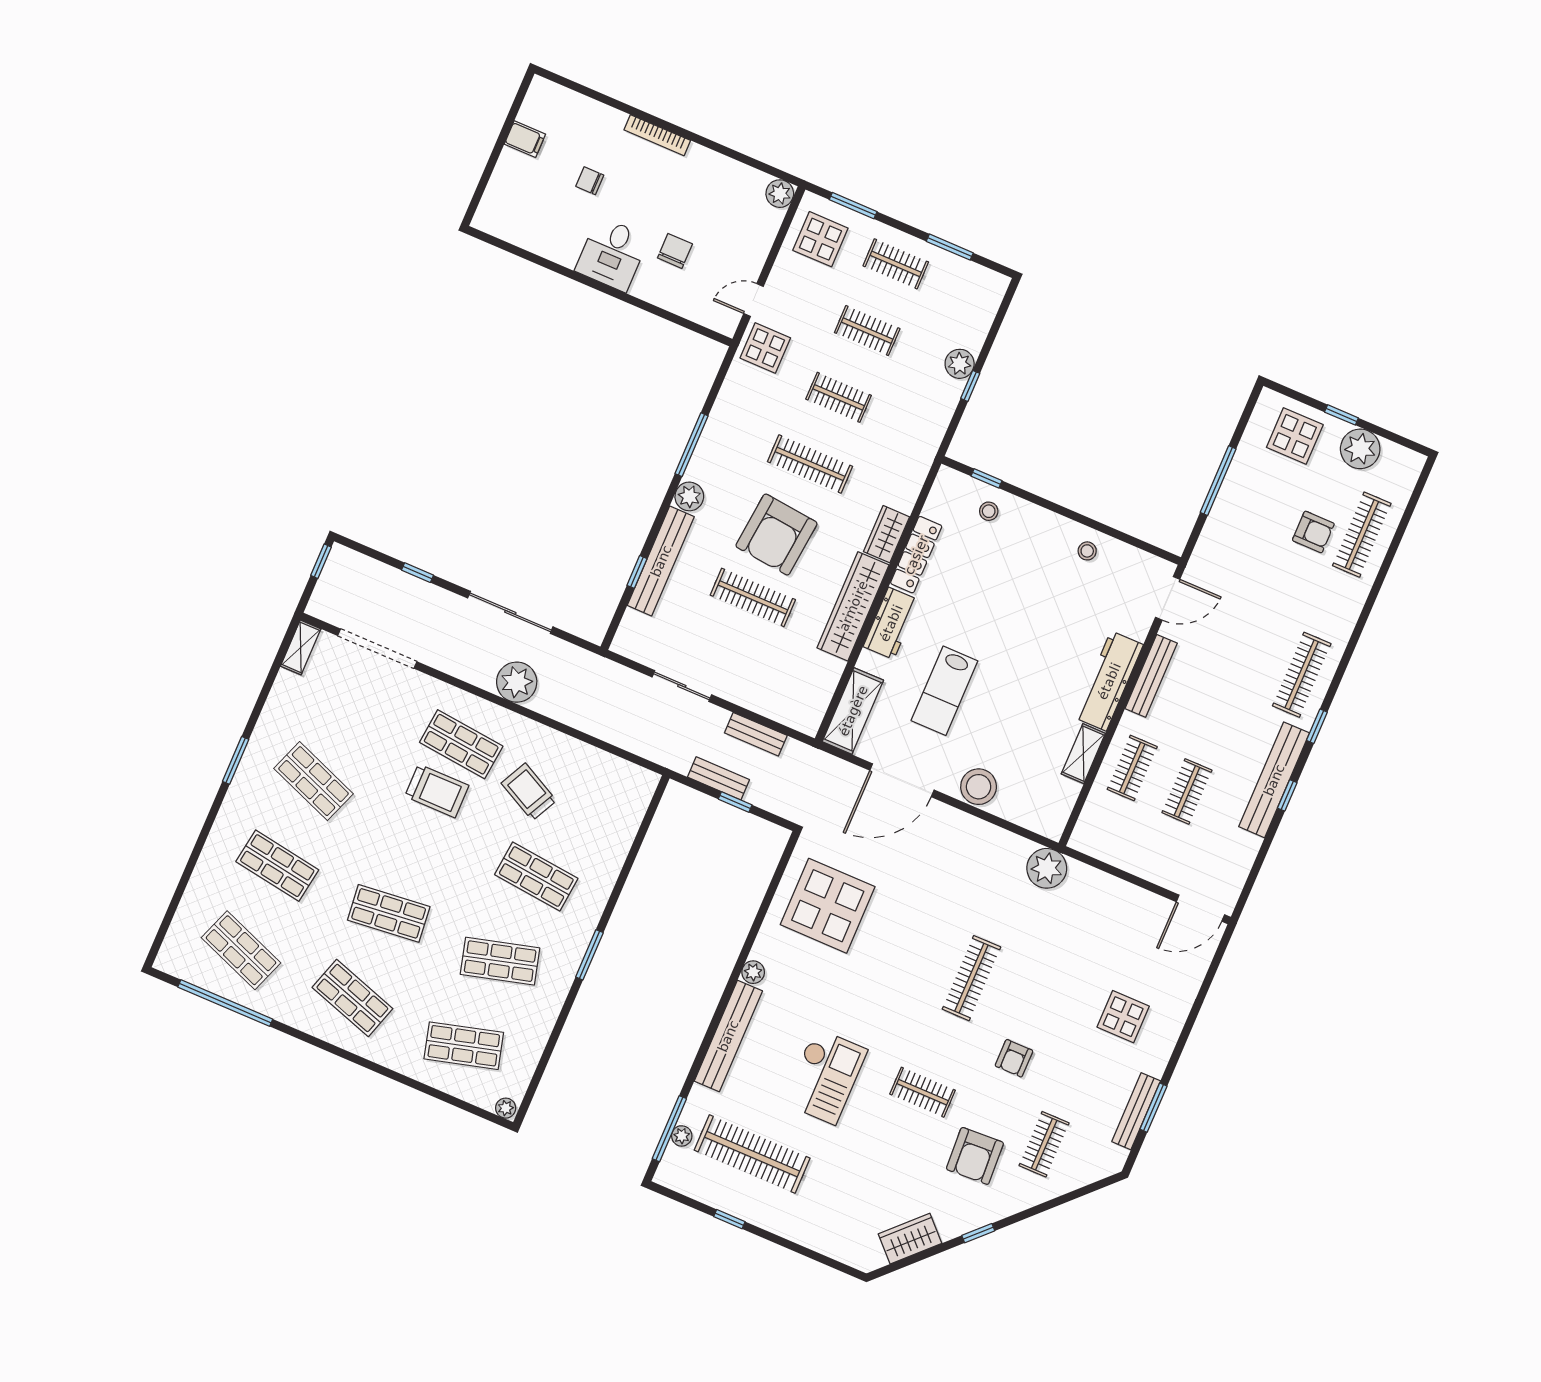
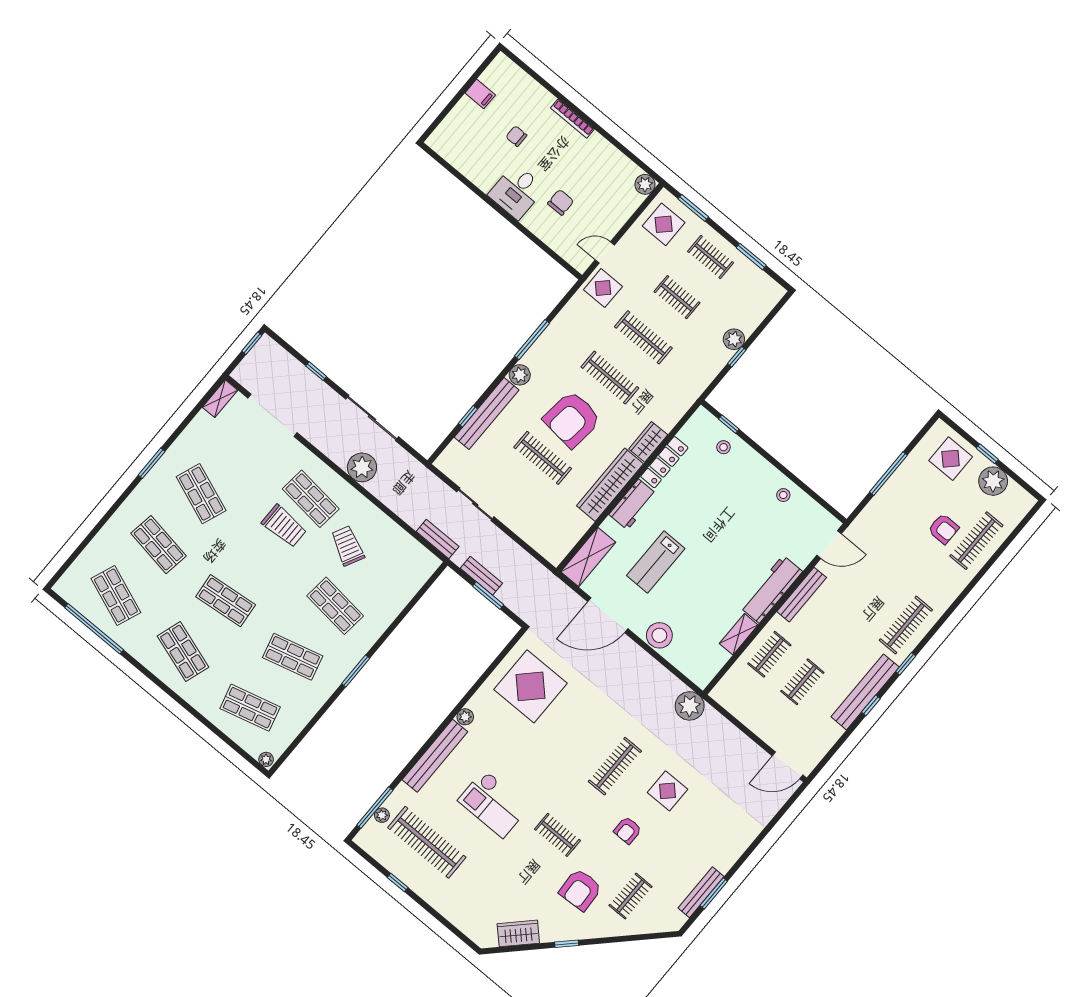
clothes rail: (839, 397) -> (643, 337), width x1.36
bench: (756, 734) -> (438, 539), moved
window: (735, 802) -> (488, 596), width x1.50
display table: (1123, 1017) -> (667, 791), moved
checkout: (825, 1076) -> (493, 804), turned 90

